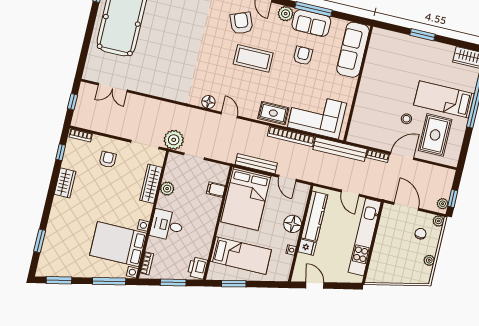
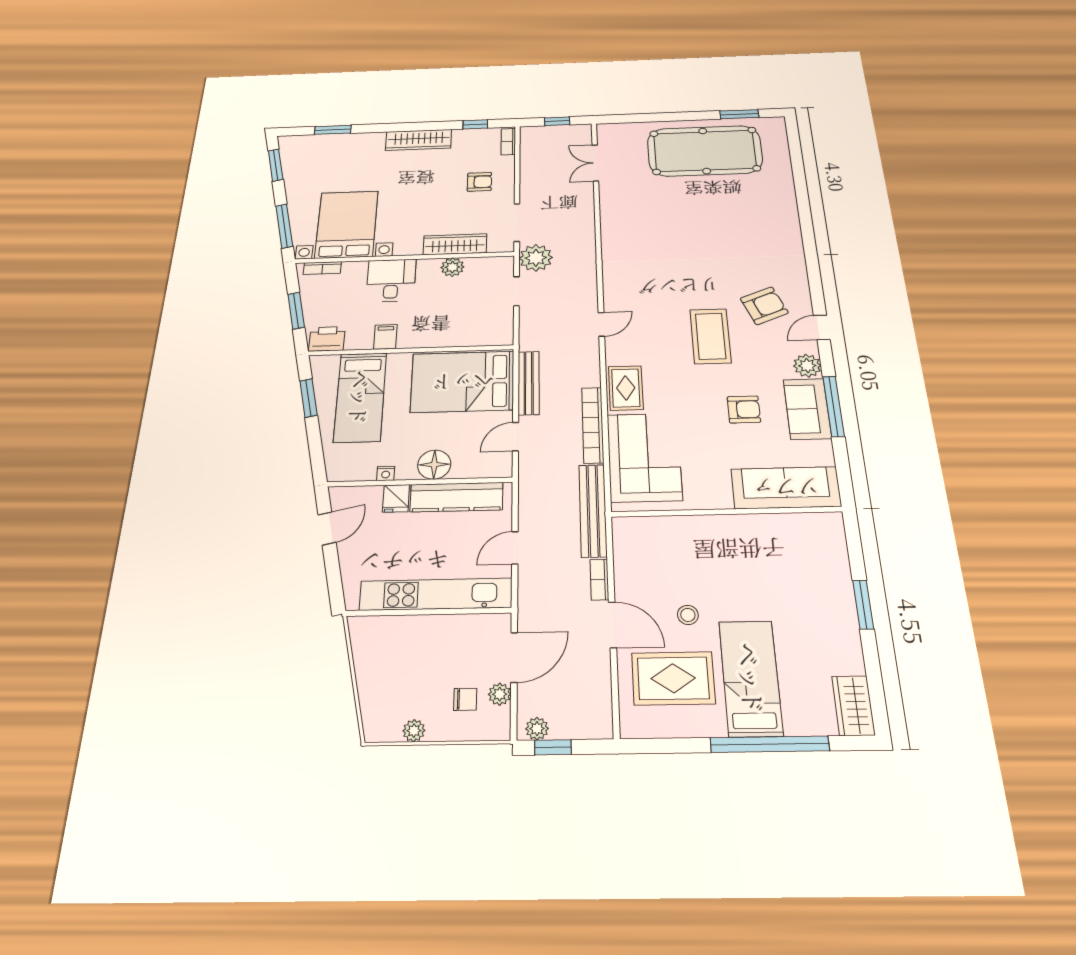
floor lamp: (208, 102) -> (614, 290), removed
wardrobe: (65, 183) -> (419, 140), width x1.50
filing cabinet: (216, 190) -> (385, 337), moved
plant: (438, 221) -> (500, 694), moved

